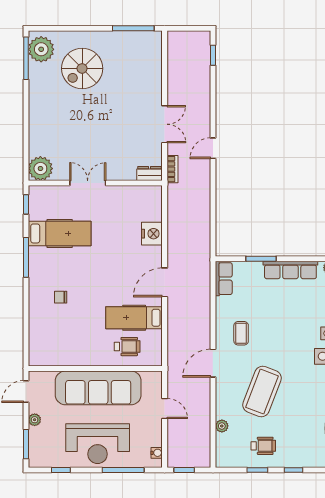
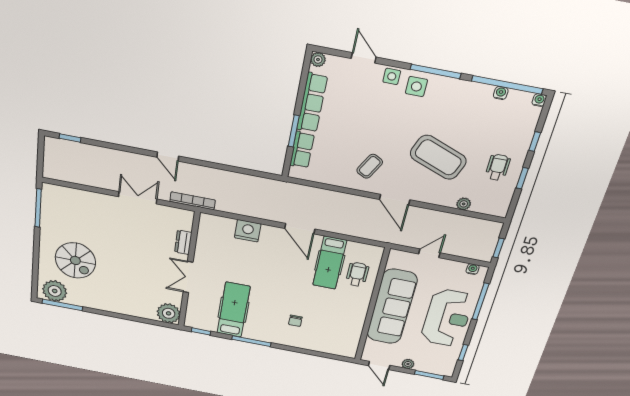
bookcase: (173, 169) -> (193, 201), width x1.56
dresser: (150, 173) -> (183, 242), moved
row of seats: (224, 279) -> (302, 150), moved, turned 90
coffee table: (241, 333) -> (370, 166), turned -61

